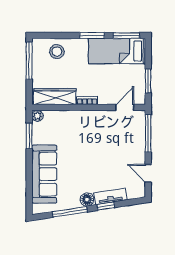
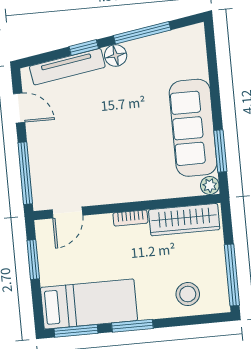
sofa: (44, 174) -> (193, 128), moved
tv unit: (110, 196) -> (67, 67), width x1.41

